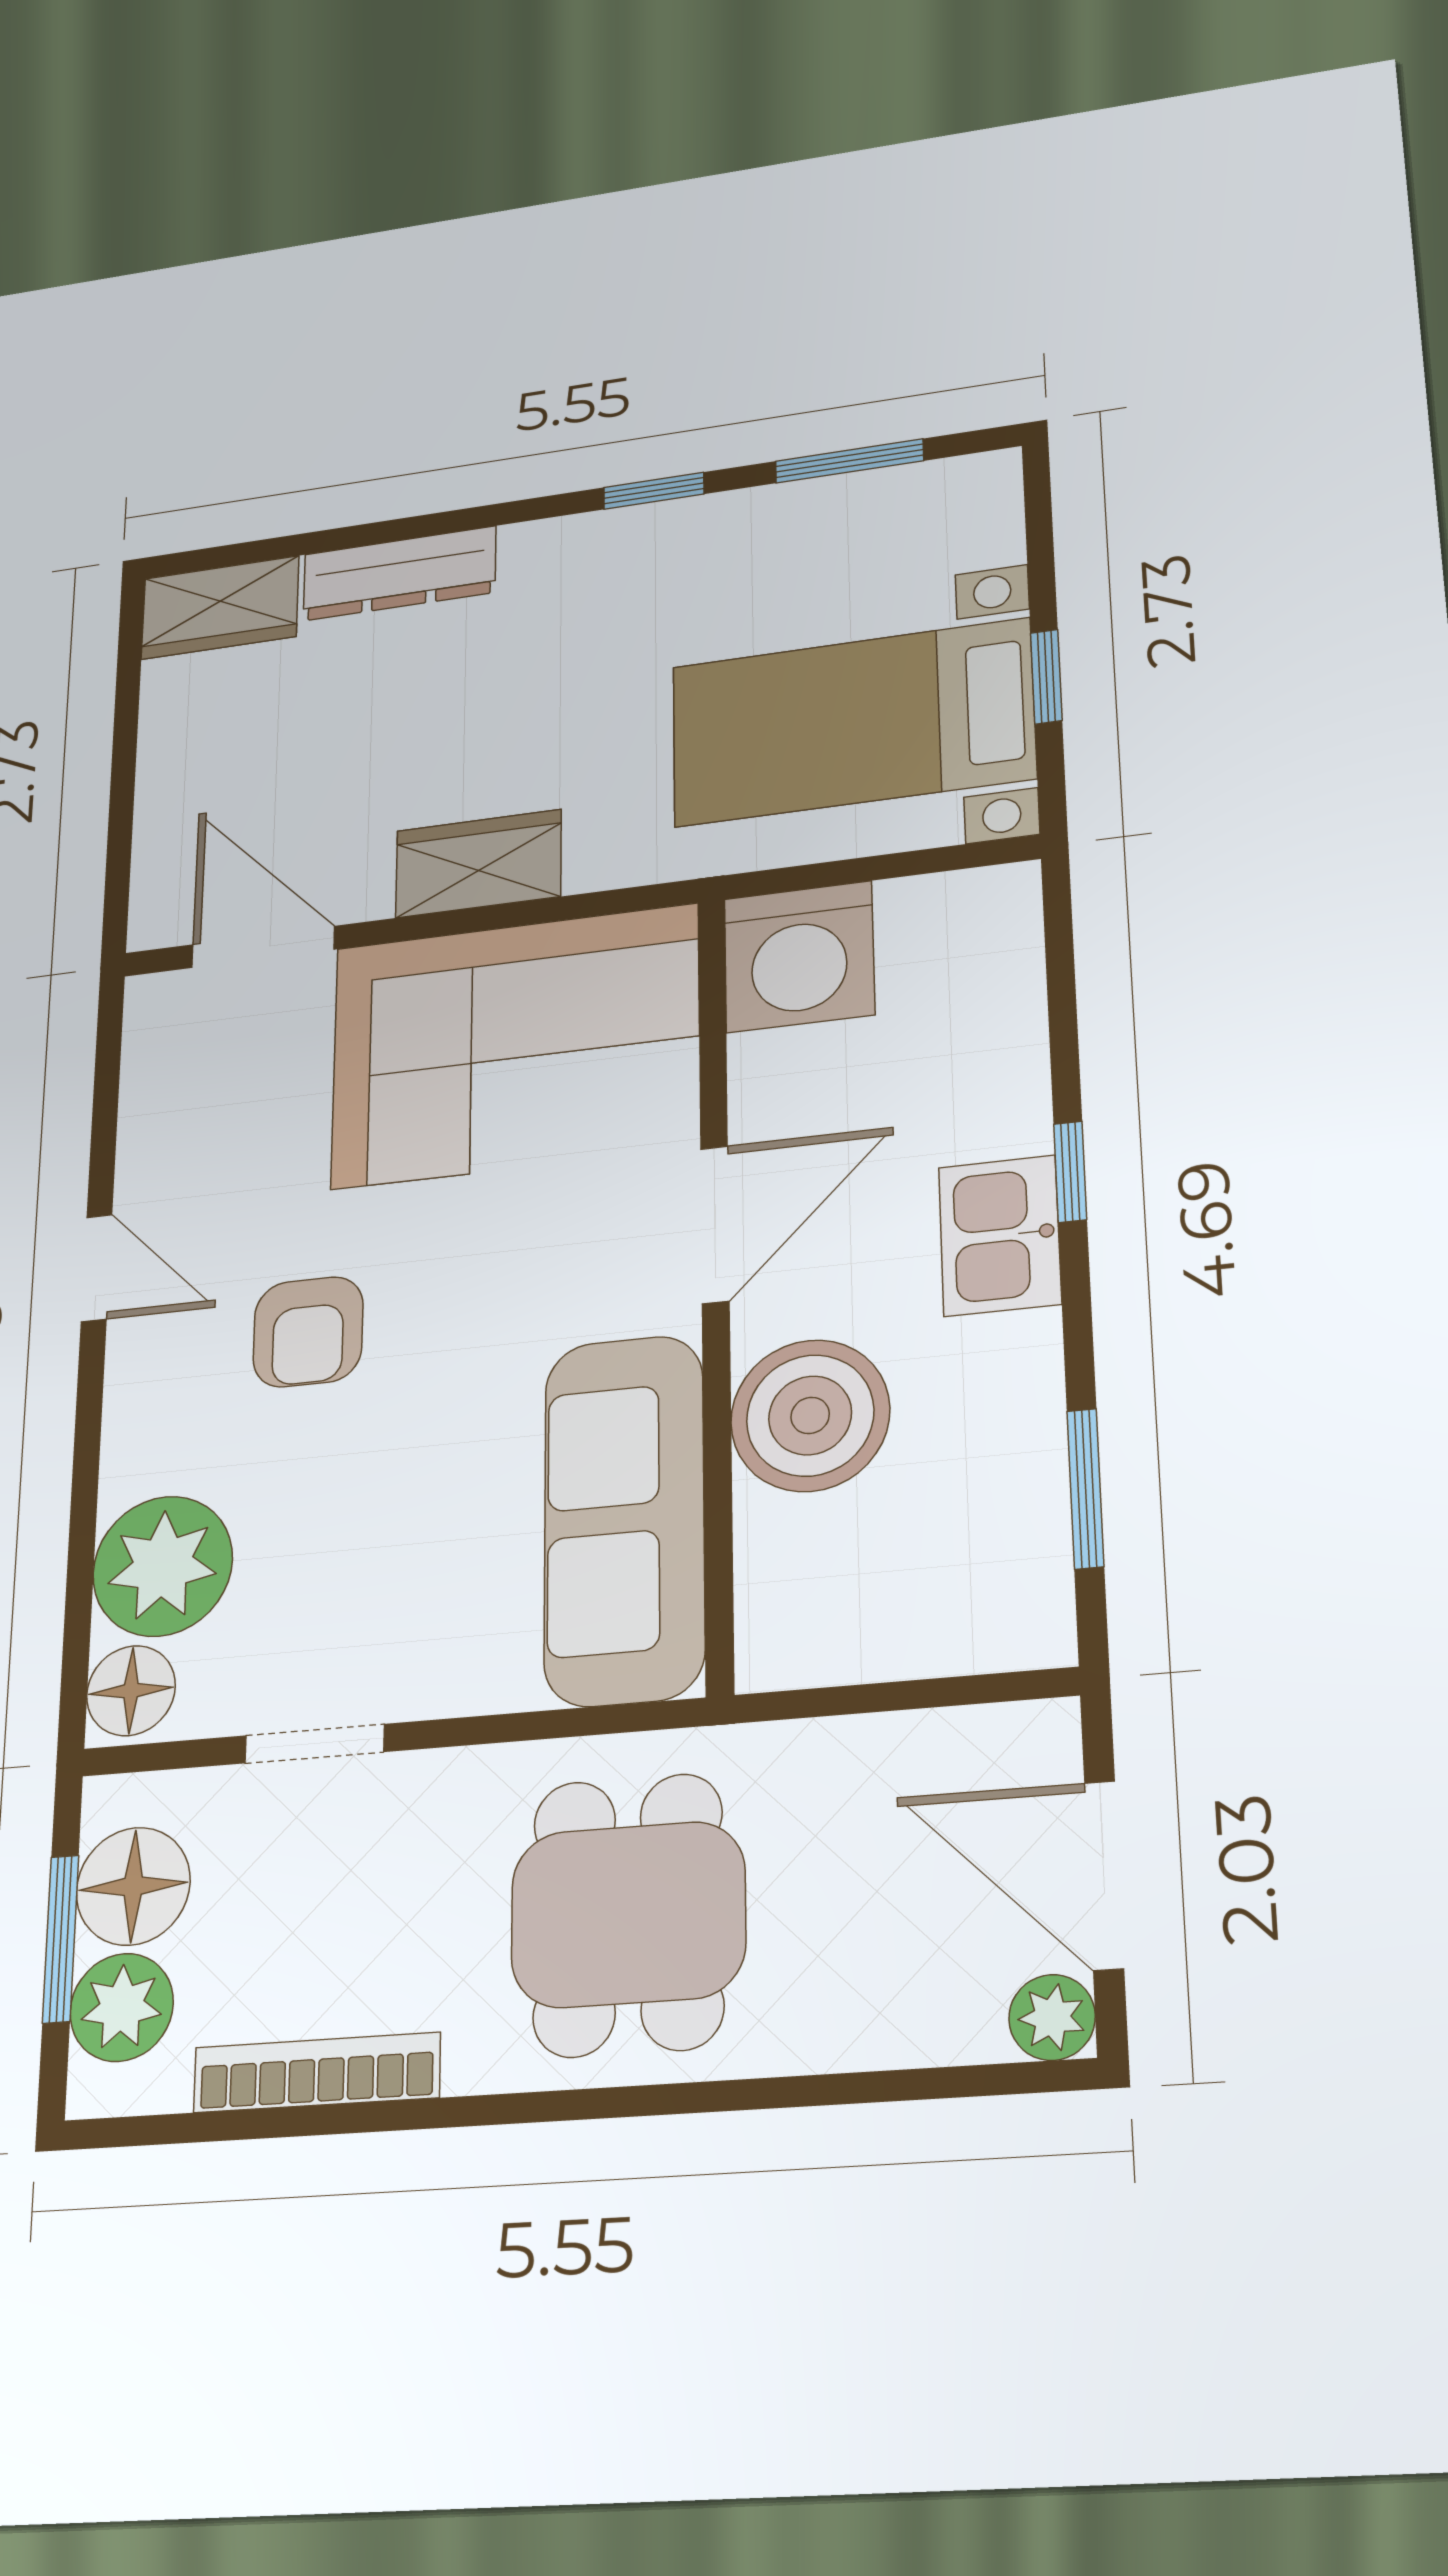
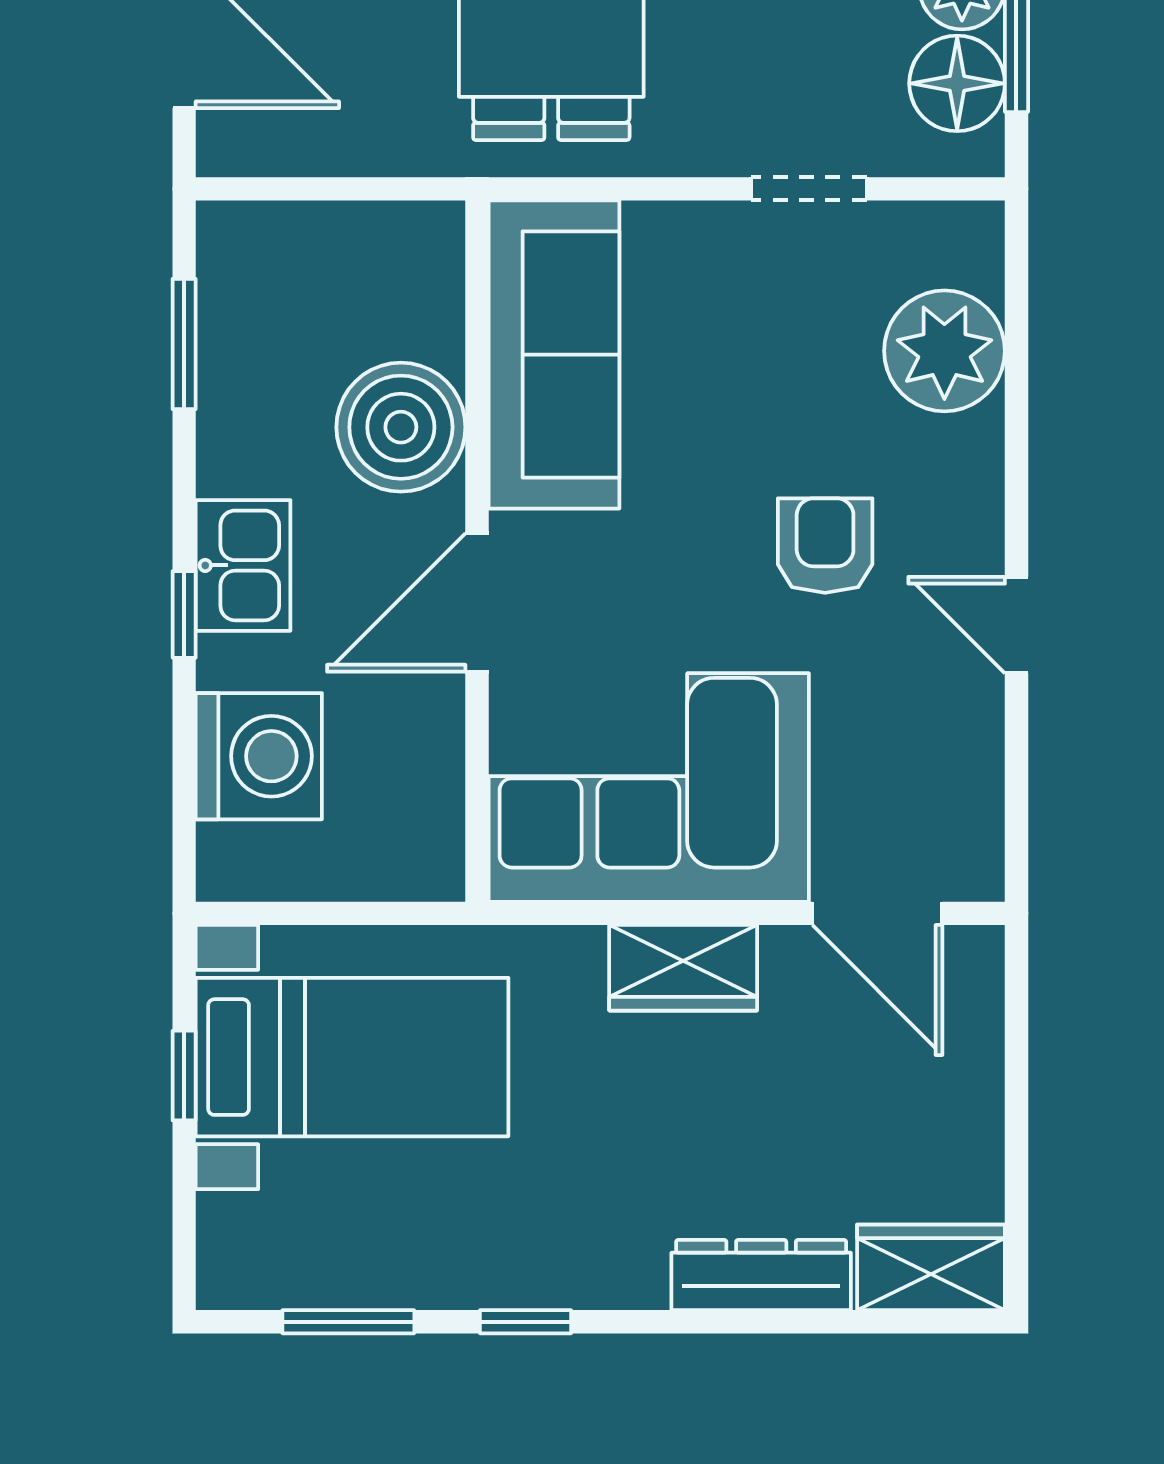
washing machine: (799, 957) -> (259, 756), moved, turned 90
floor lamp: (131, 1691) -> (967, 246), removed

